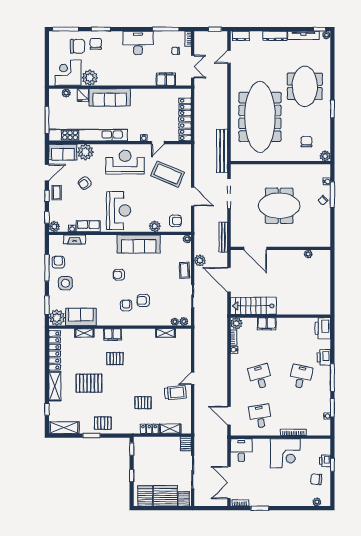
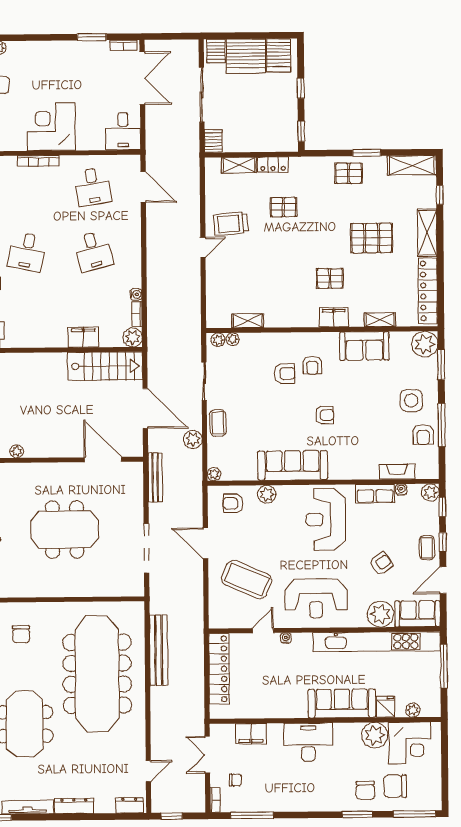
desk: (138, 43) -> (308, 742), moved, turned 180
bench: (222, 151) -> (159, 650), moved
sofa: (81, 317) -> (364, 346), moved

